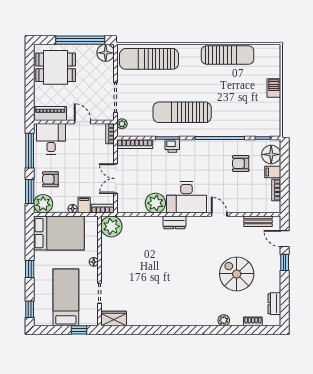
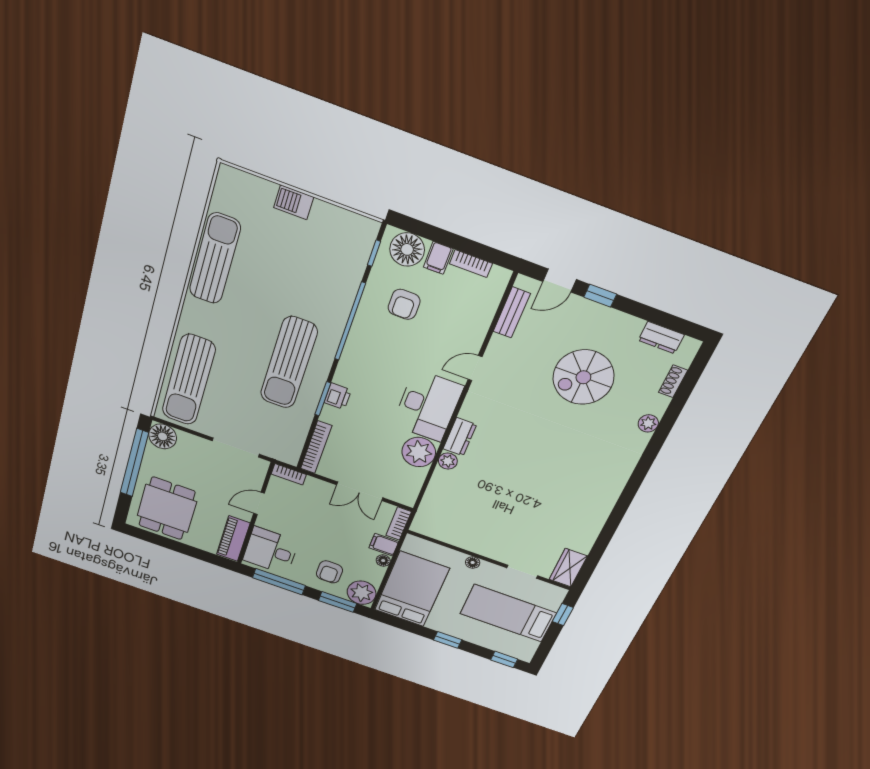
plant: (122, 124) -> (279, 453), removed
plant: (111, 226) -> (448, 461), moved, width x0.53, depth x0.53

